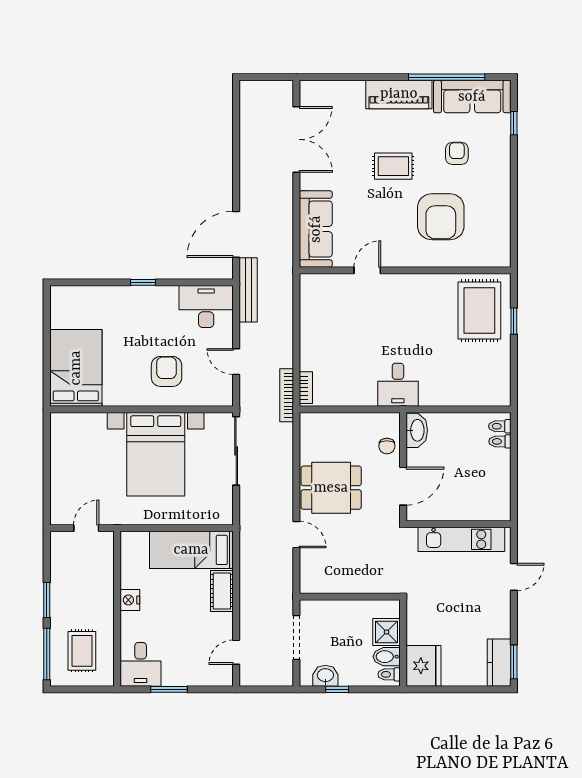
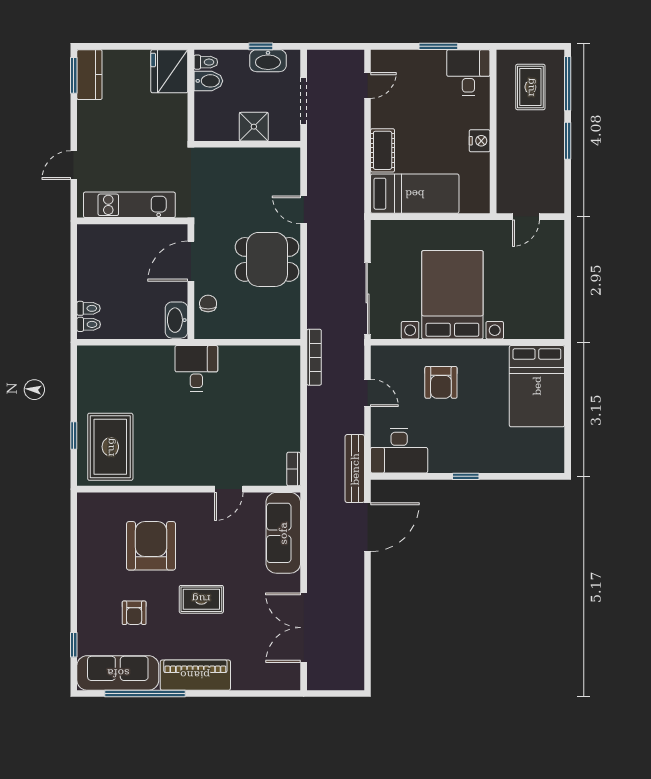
bookcase: (306, 388) -> (294, 469), moved
shower: (387, 632) -> (254, 127), moved
washbasin: (325, 676) -> (268, 61), width x1.38

